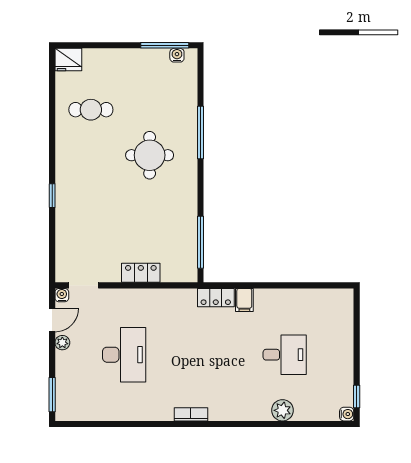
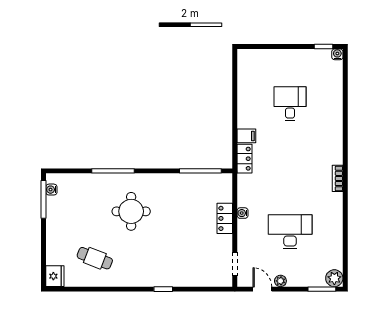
cafe table: (91, 110) -> (95, 258), turned -69
water cooler: (62, 295) -> (243, 213), moved
plant: (283, 410) -> (334, 278), moved

